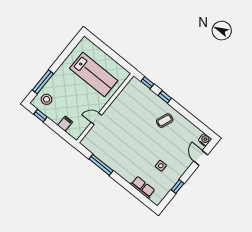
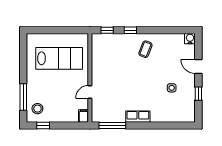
filing cabinet: (65, 124) -> (83, 116), moved
door: (201, 158) -> (198, 67), moved
window: (101, 165) -> (112, 126), moved
row of seats: (143, 187) -> (138, 117), moved

